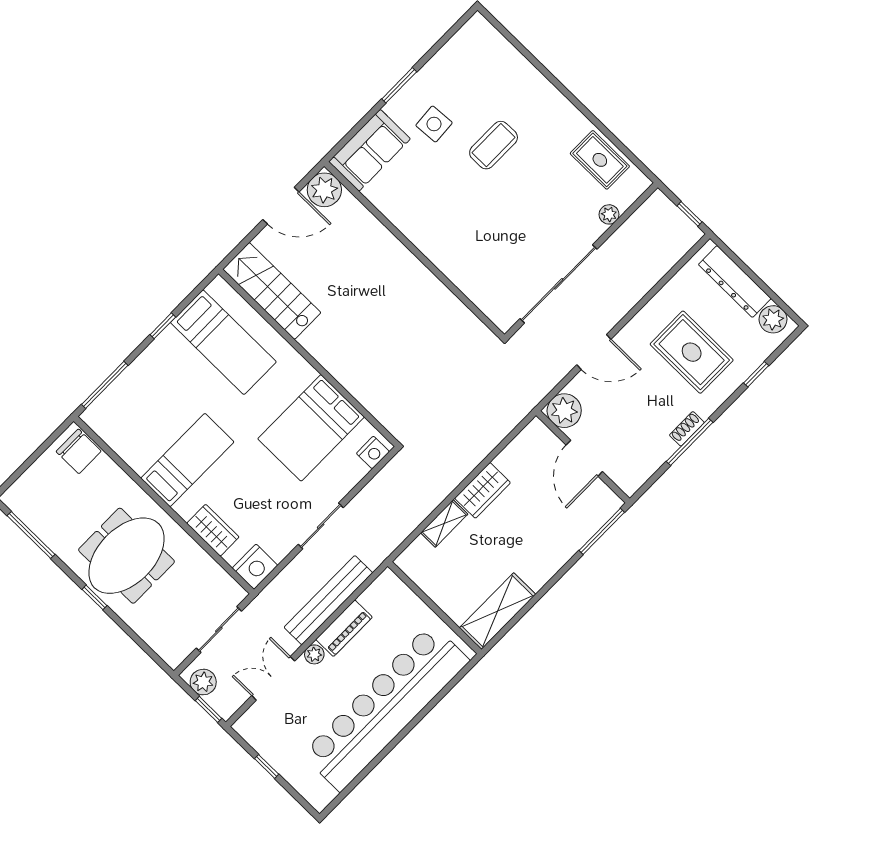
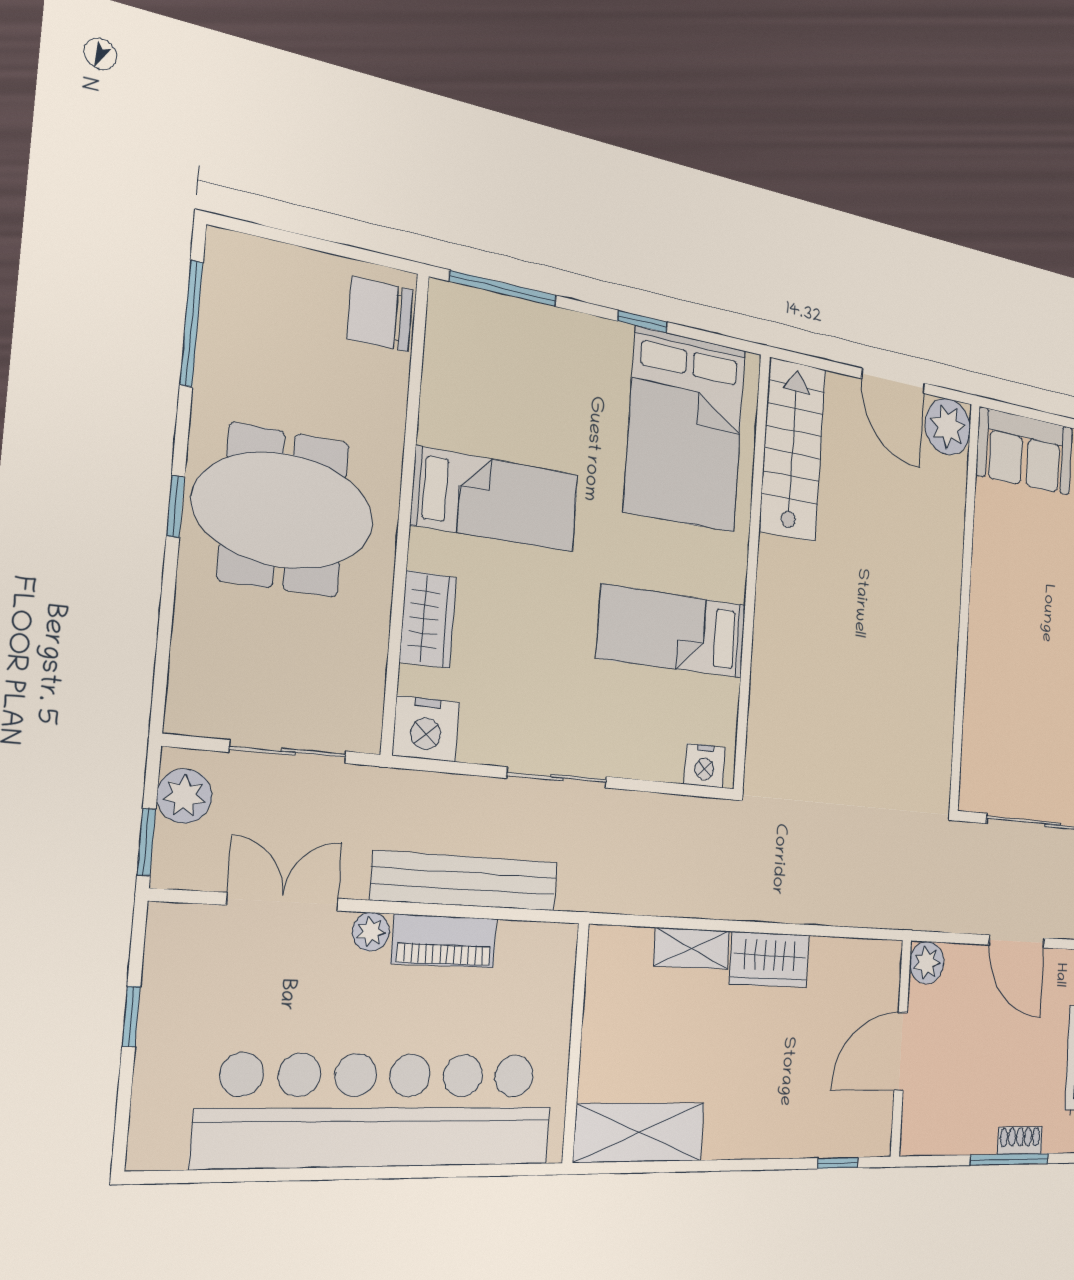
bed: (223, 342) -> (685, 430), width x1.50
plant: (564, 411) -> (927, 963), width x0.73, depth x0.73
bed: (311, 428) -> (672, 631), width x0.67
chair: (79, 451) -> (380, 314), turned 90
window: (602, 531) -> (838, 1163), width x0.46

